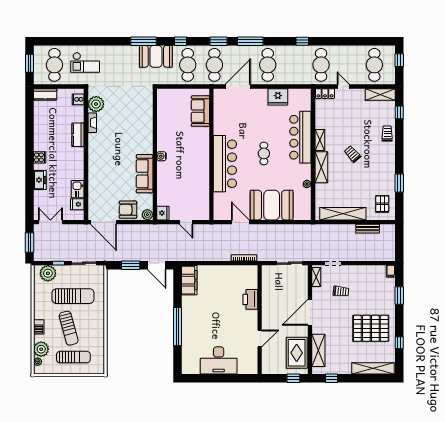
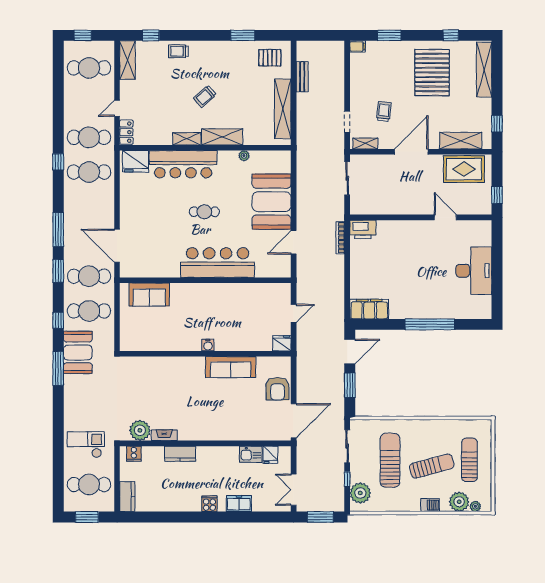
checkout: (85, 62) -> (86, 445), turned -90
cafe table: (268, 65) -> (89, 172), moved
fridge: (278, 97) -> (135, 161), moved, turned 90
plant: (147, 215) -> (284, 363), removed
printer: (250, 299) -> (363, 229), moved
door: (310, 312) -> (411, 152), swing flipped
window: (293, 378) -> (497, 195), moved

